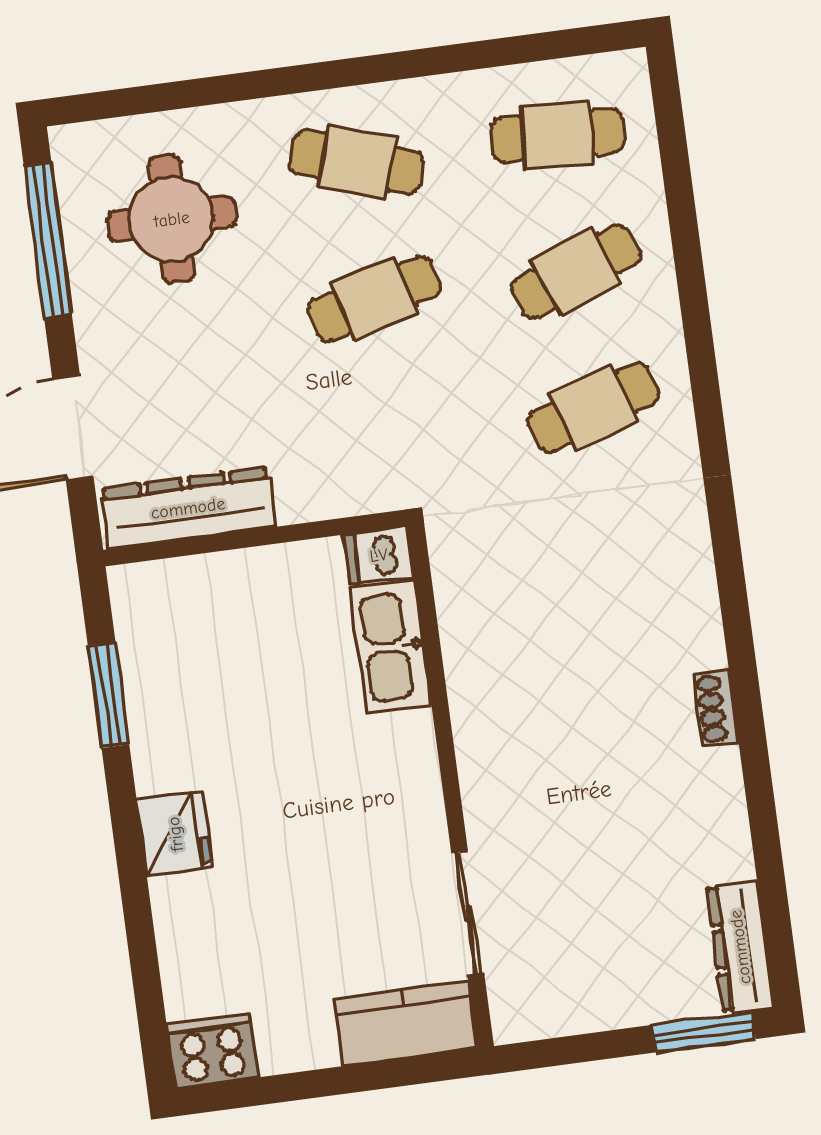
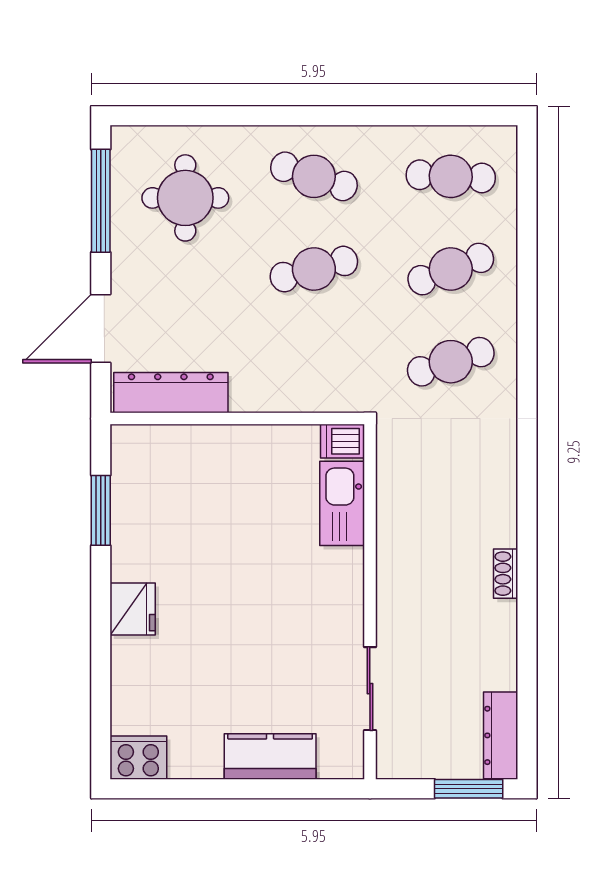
dishwasher: (379, 555) -> (342, 441), moved
kitchen sink: (390, 647) -> (342, 503), moved
wall: (451, 786) -> (370, 602), moved
sliding door: (468, 914) -> (370, 689), moved

